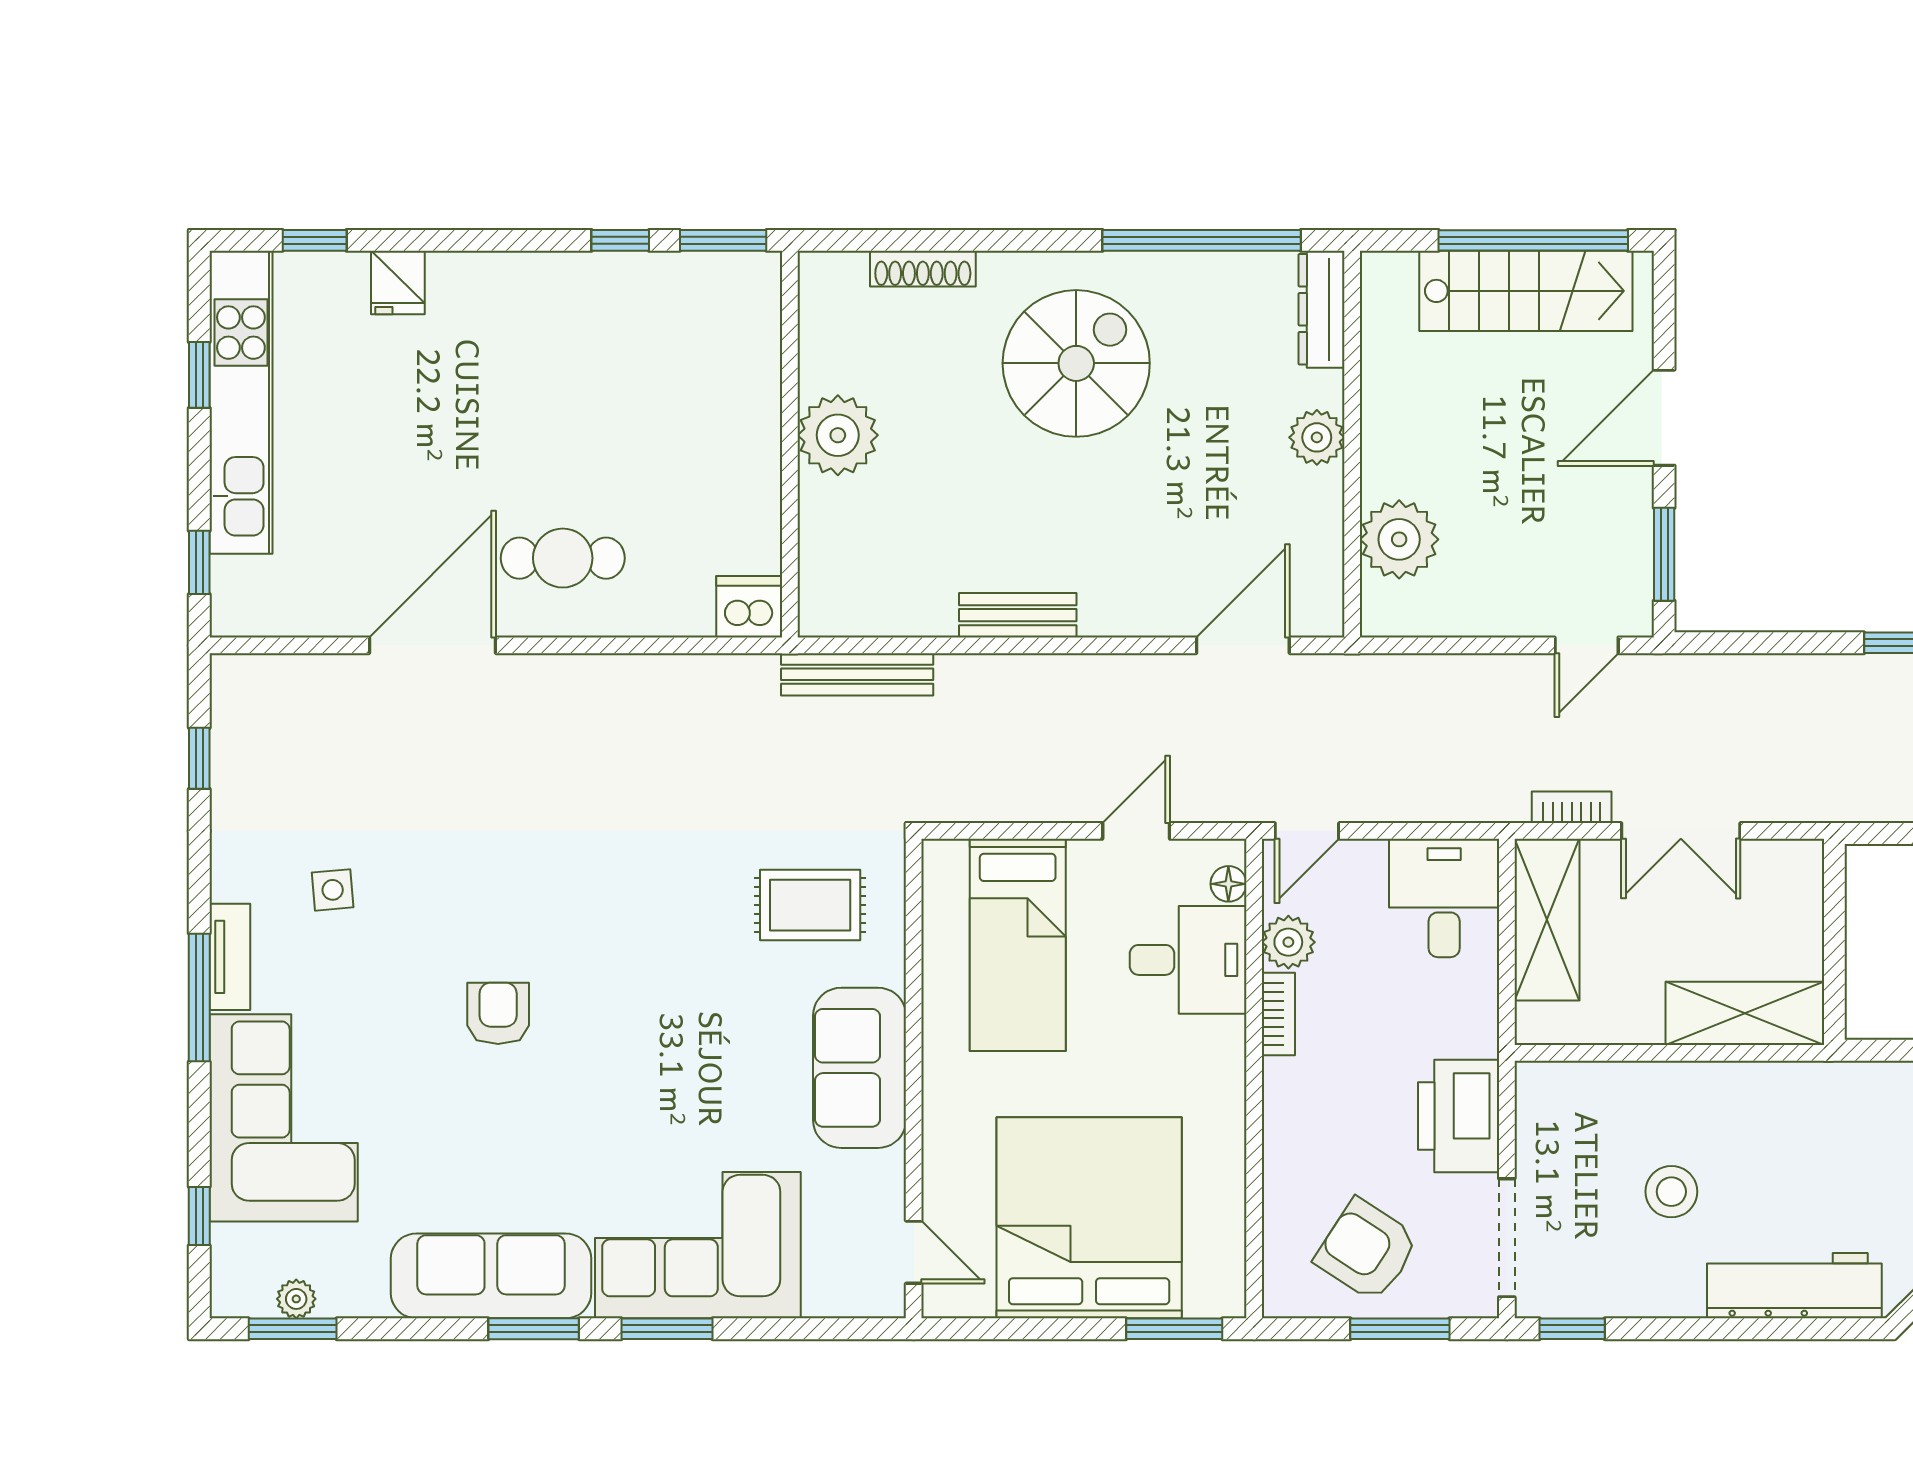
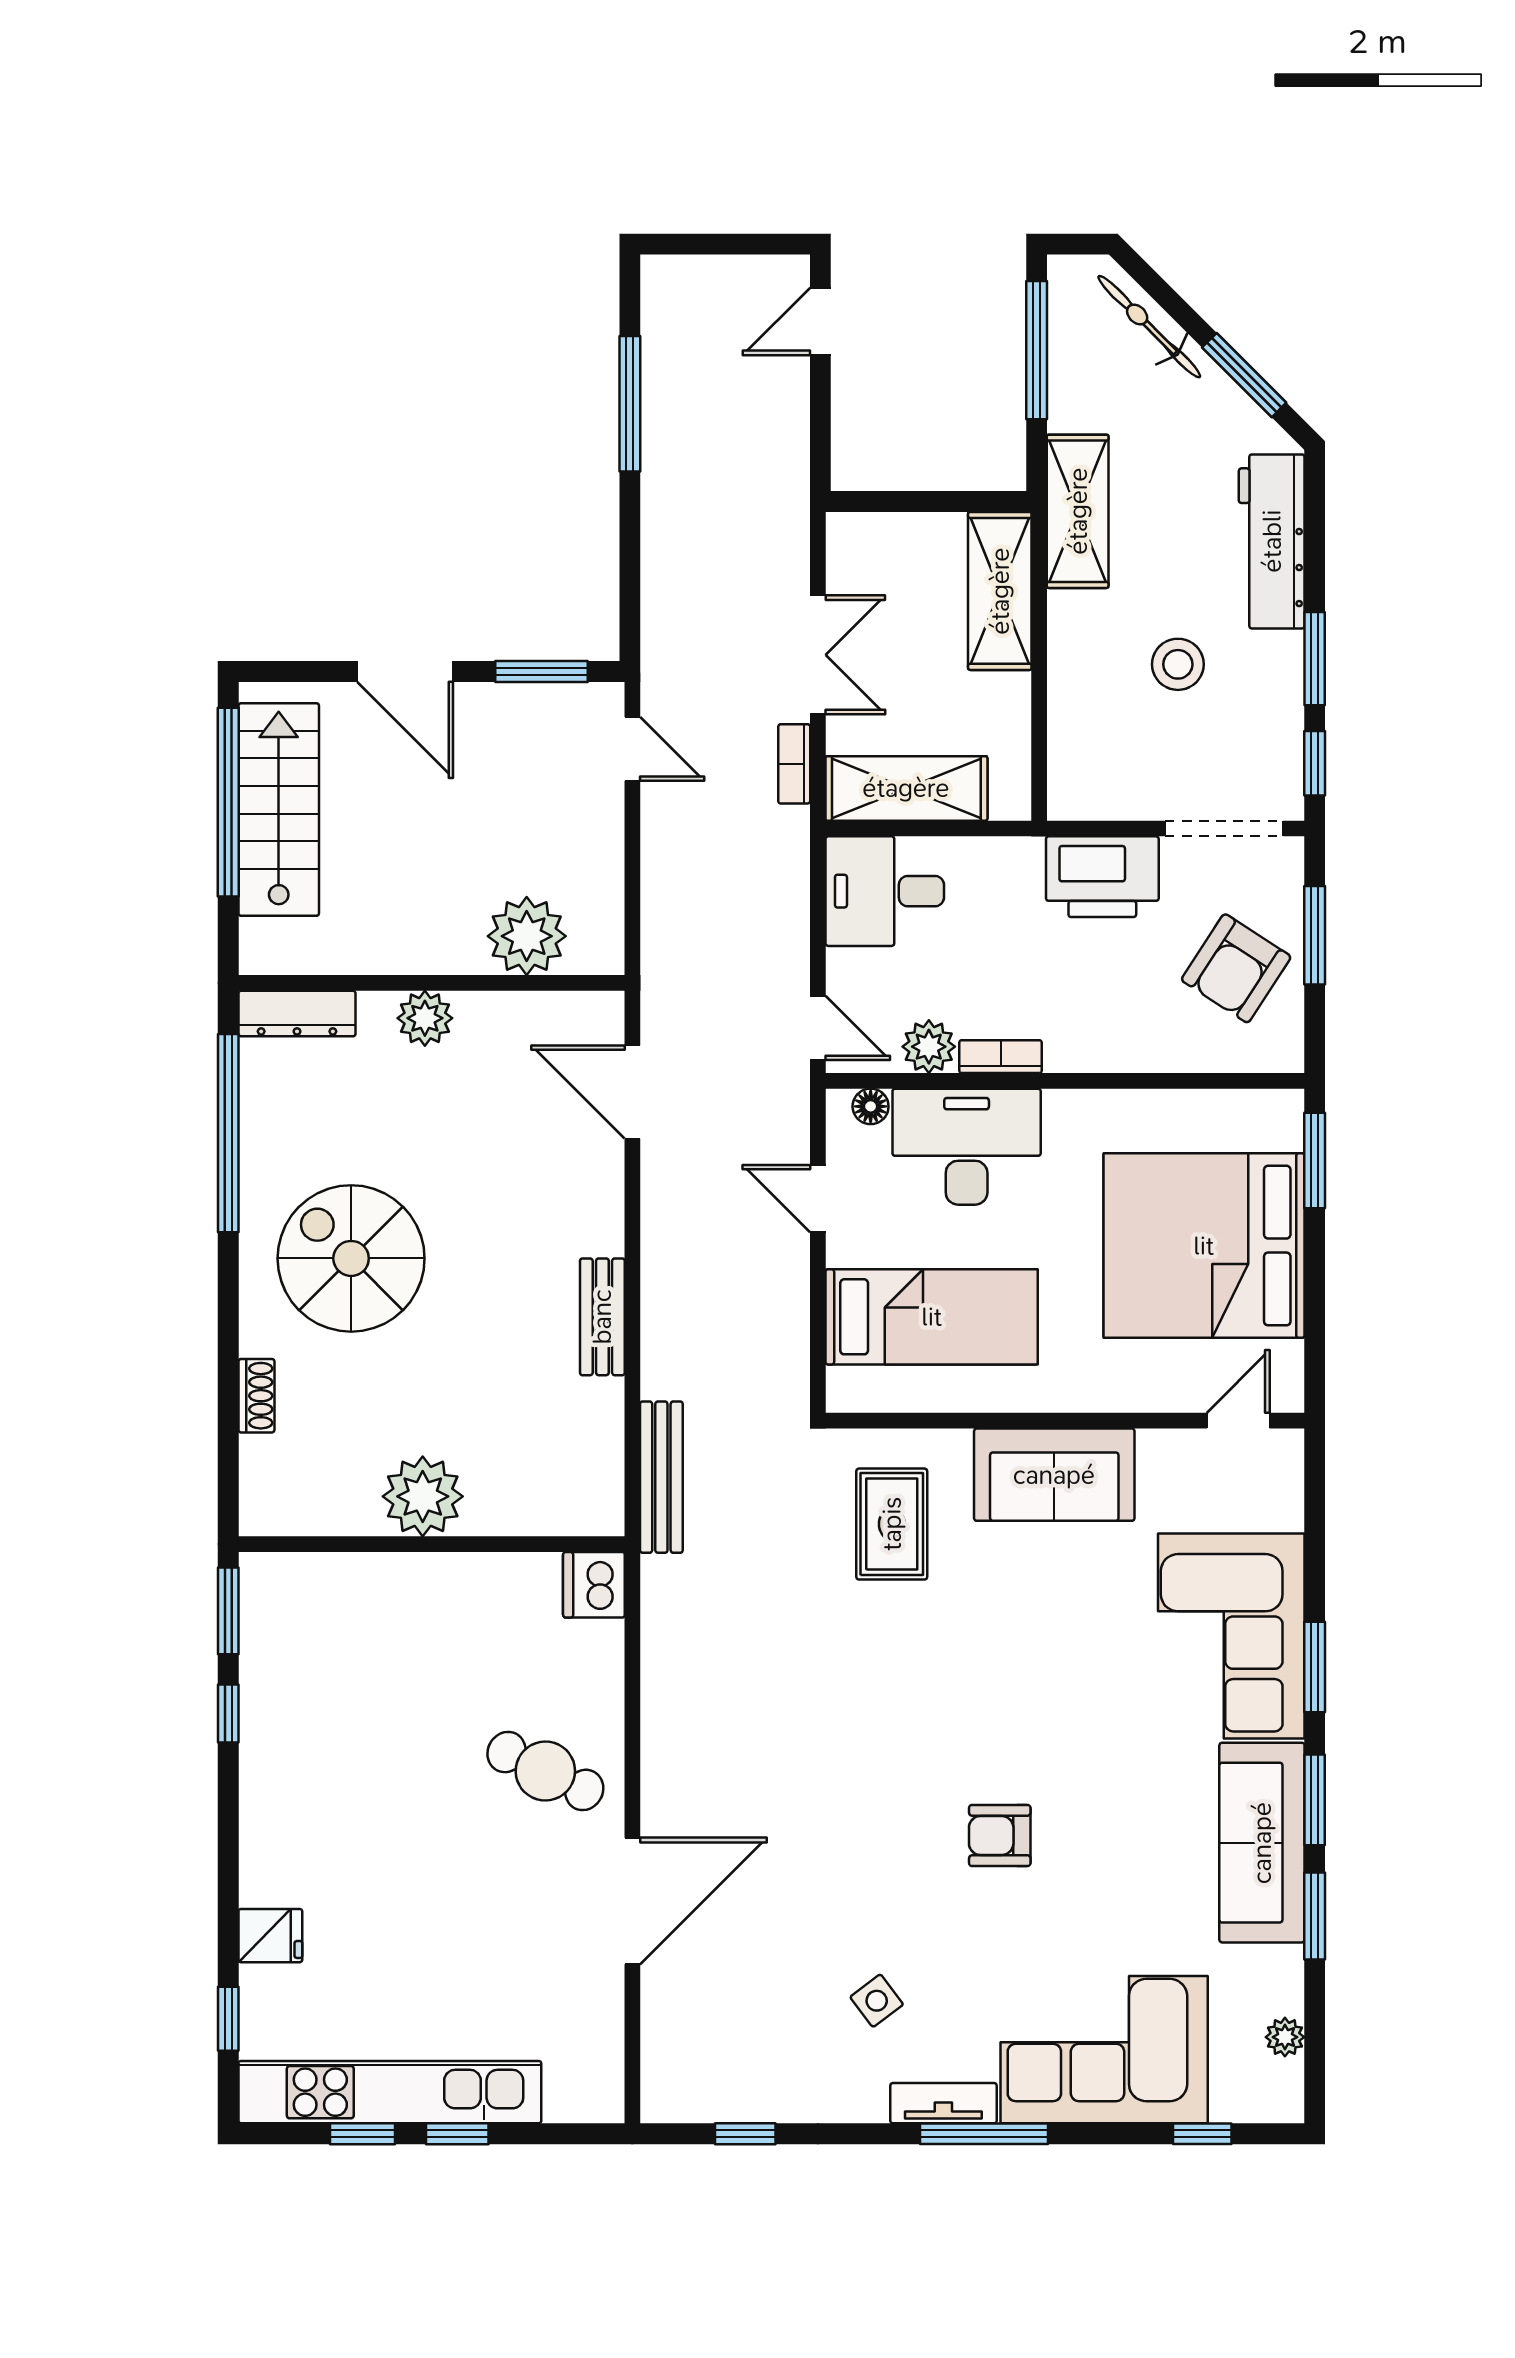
shoe rack: (923, 269) -> (256, 1396), width x0.70
cafe table: (563, 558) -> (545, 1771), turned -64
window: (199, 562) -> (457, 2134), moved
door: (433, 645) -> (632, 1901), swing flipped
side table: (333, 890) -> (877, 2001), turned -32
desk: (1188, 960) -> (967, 1147), width x1.37
shelving: (1825, 1091) -> (1078, 511), added
window: (293, 1329) -> (1315, 1916), moved
window: (1677, 1329) -> (1315, 659), added

